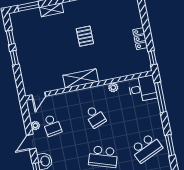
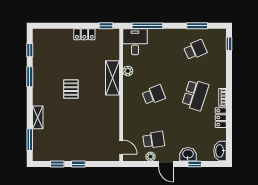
pallet: (85, 36) -> (71, 89), turned 90
shelving: (81, 79) -> (112, 78), moved
school desk: (146, 148) -> (195, 50), width x0.54

